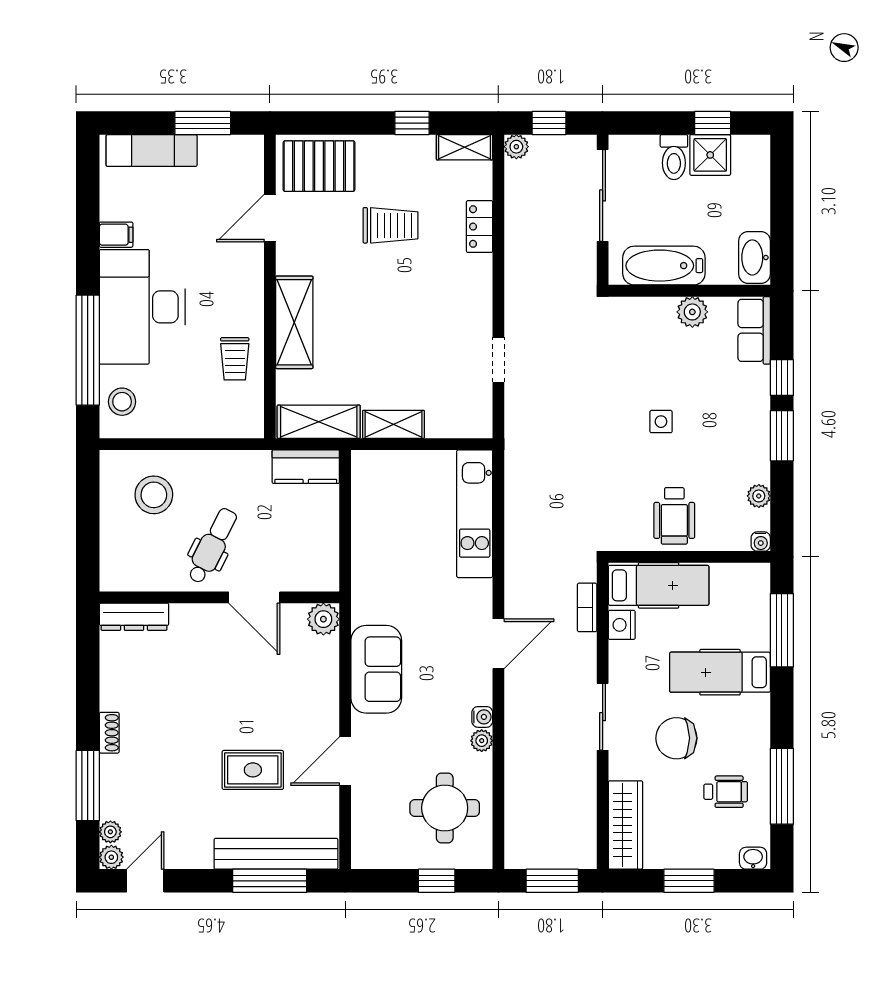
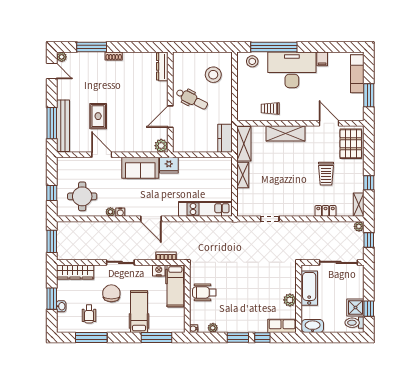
toilet: (674, 157) -> (355, 323), moved
side table: (661, 422) -> (244, 287), removed
fridge: (370, 601) -> (169, 165), added
plant: (110, 832) -> (72, 56), removed
washbasin: (753, 858) -> (61, 306), moved

